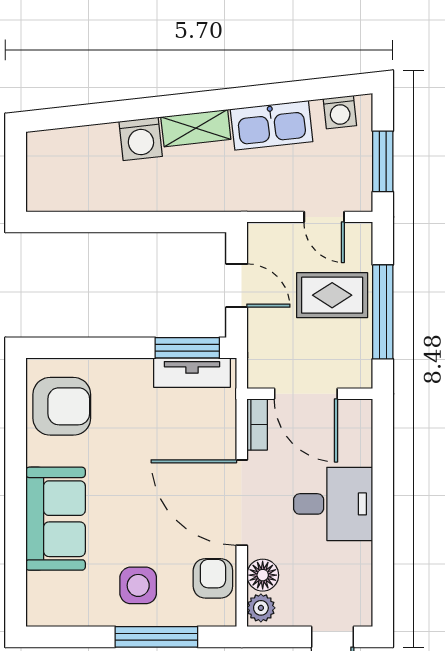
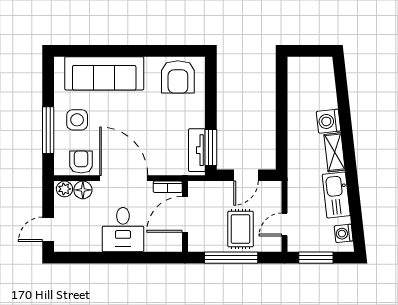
door: (242, 503) -> (124, 178), hinge flipped
sofa: (56, 519) -> (104, 73), width x1.36
armchair: (213, 578) -> (81, 162), turned -90

